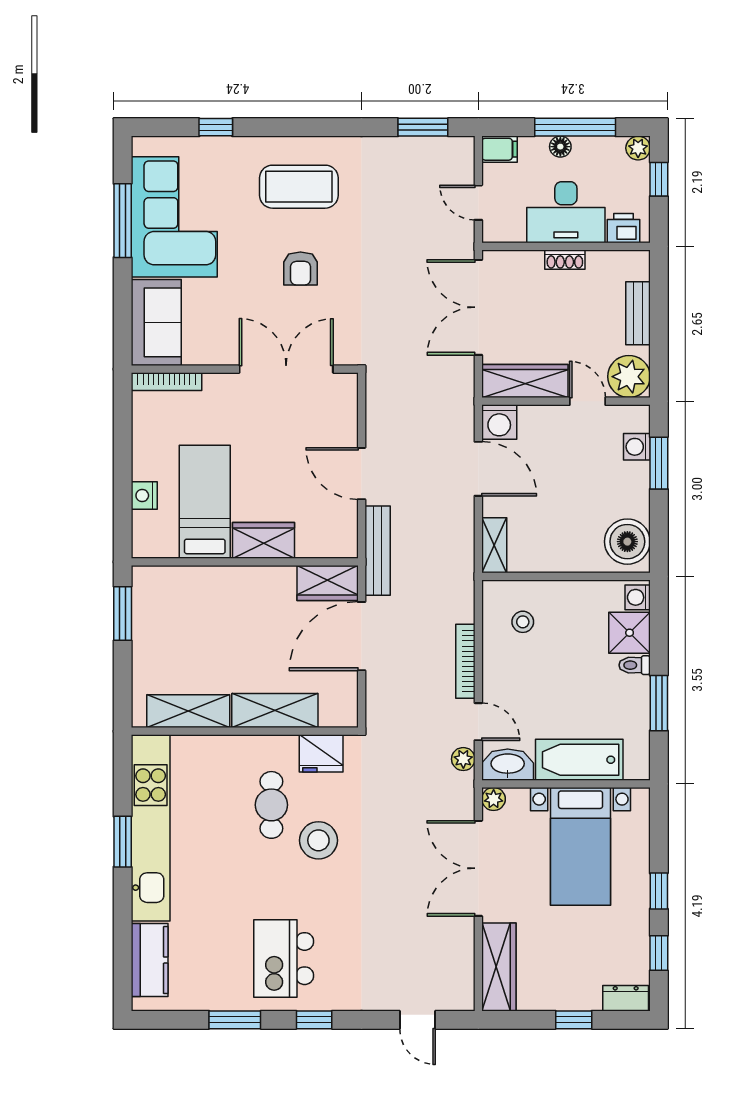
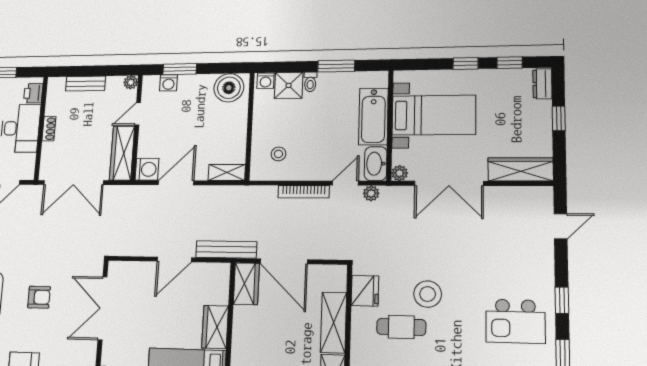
plant: (629, 377) -> (131, 82), width x0.53, depth x0.53

